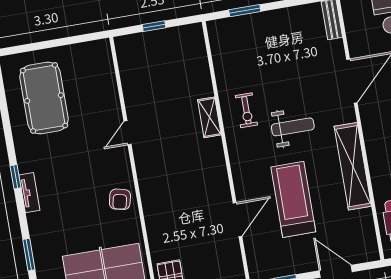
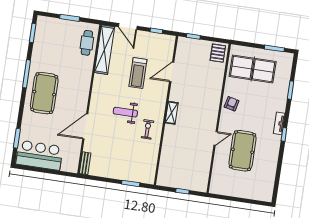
pool table: (44, 98) -> (243, 151), moved
shelving: (209, 117) -> (172, 113), moved
shelving: (353, 166) -> (104, 50), moved
treadmill: (293, 199) -> (138, 73), width x0.73, depth x0.73

